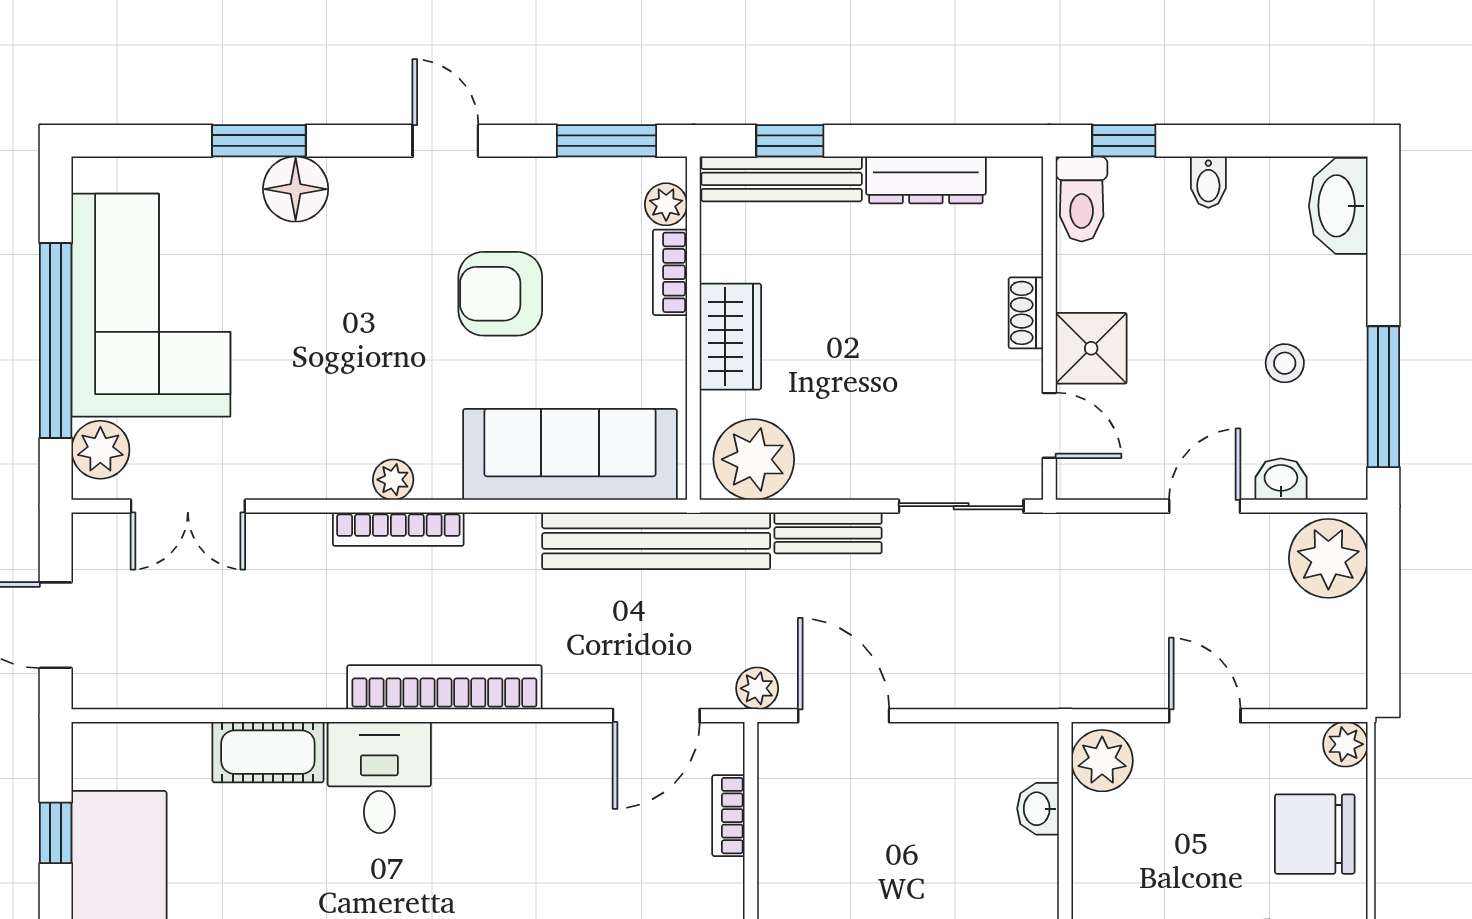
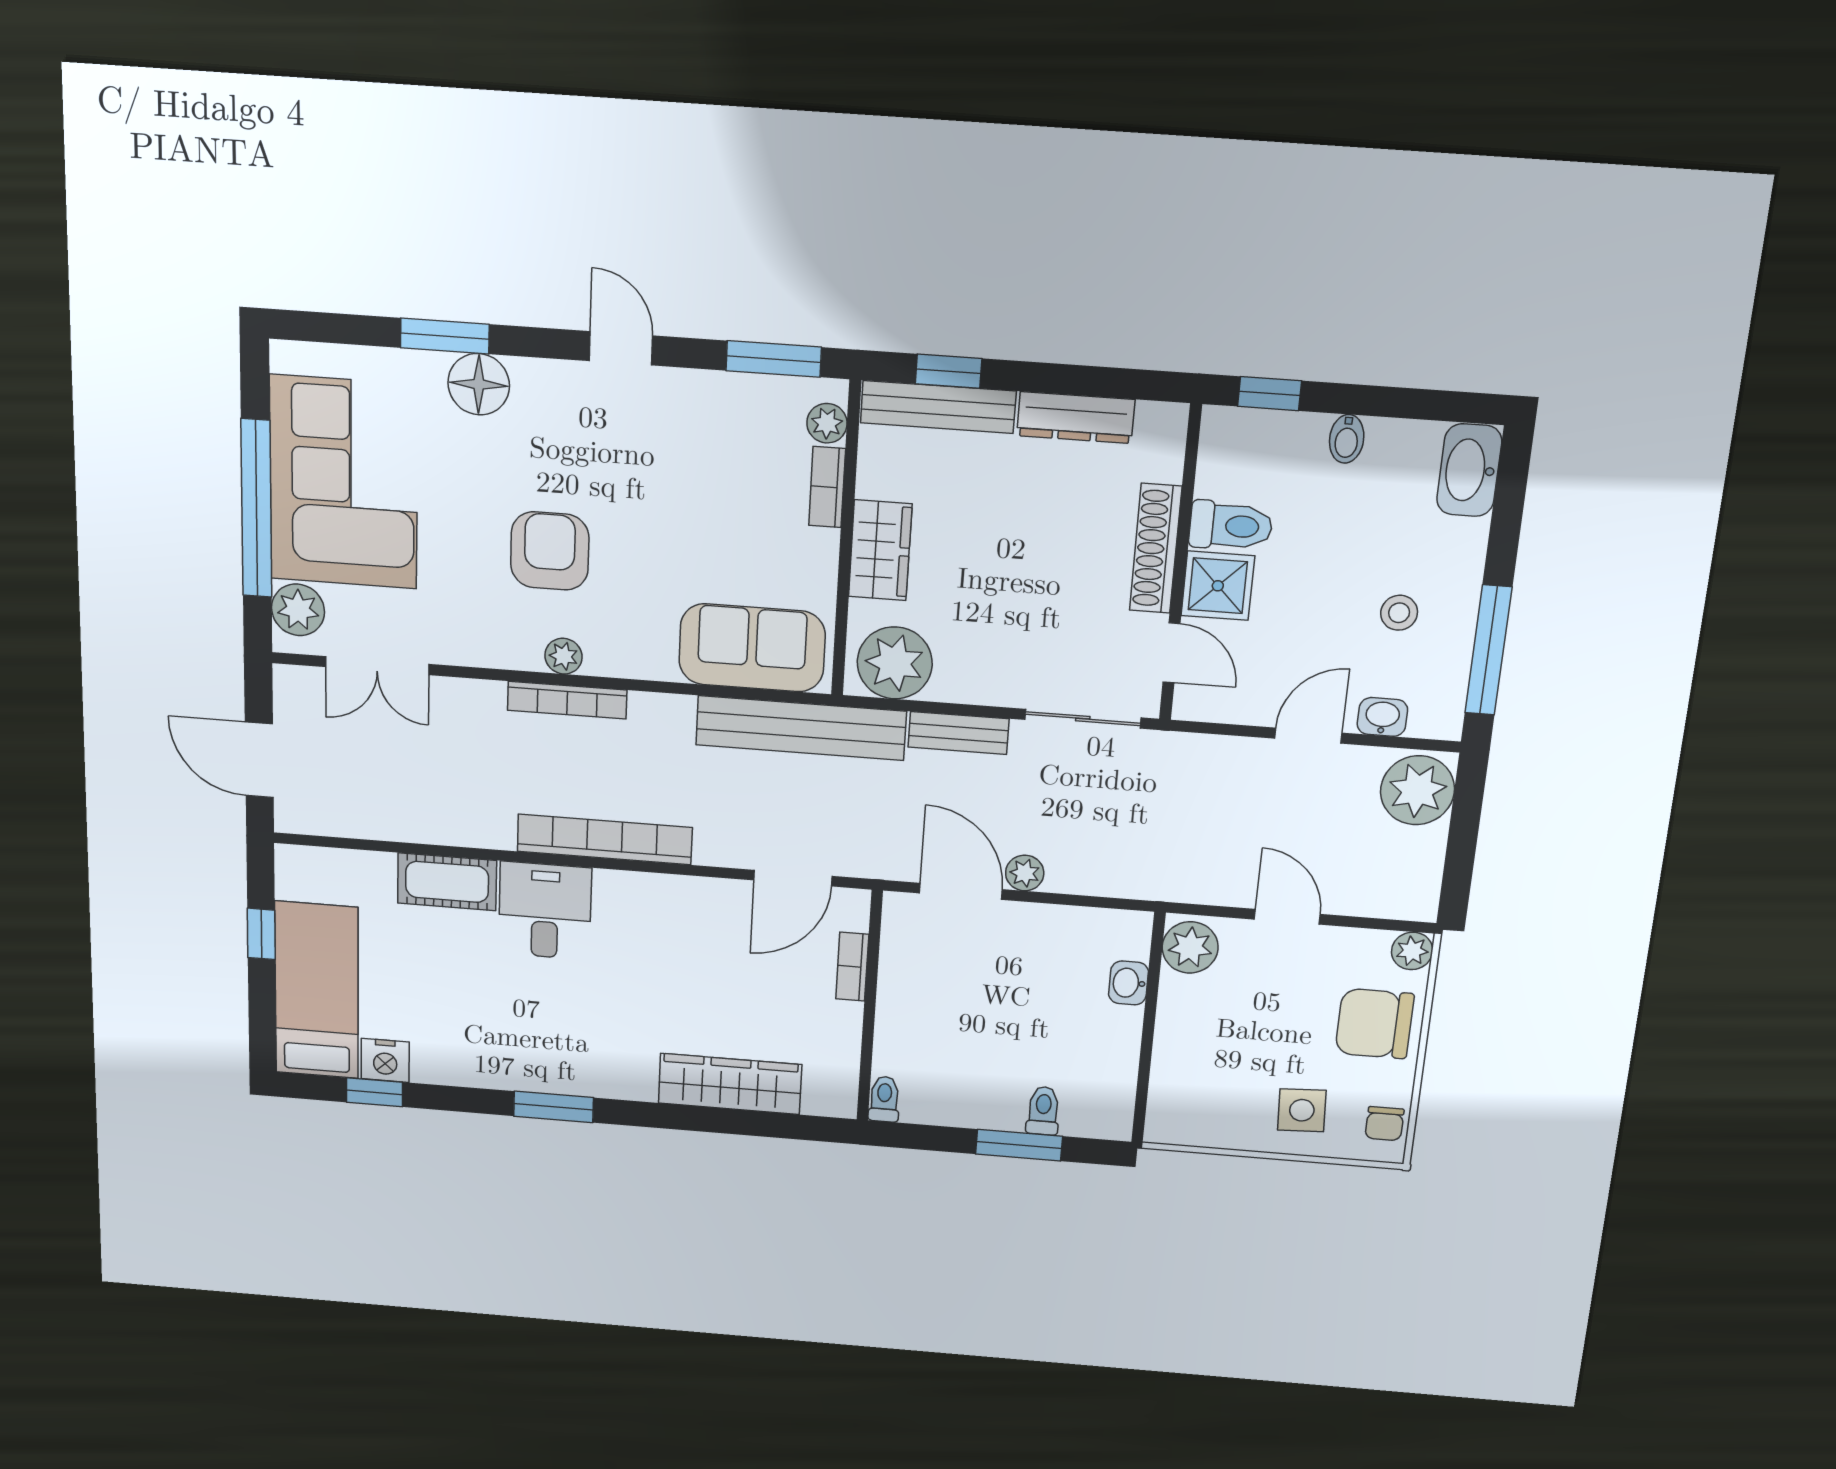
toilet: (1082, 199) -> (1231, 526), moved, turned -90
armchair: (500, 294) -> (550, 551), moved, turned 90
shoe rack: (1026, 313) -> (1156, 548), width x1.94, depth x1.24
sofa: (570, 454) -> (752, 648), width x0.73
plant: (757, 688) -> (1025, 873), moved

